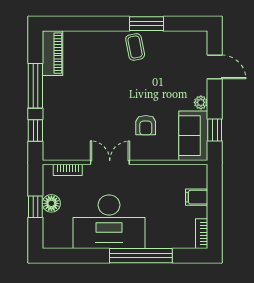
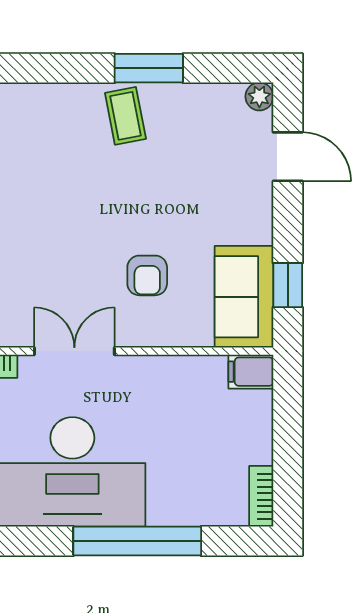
plant: (201, 102) -> (259, 96), moved
filing cabinet: (197, 197) -> (251, 372), moved

